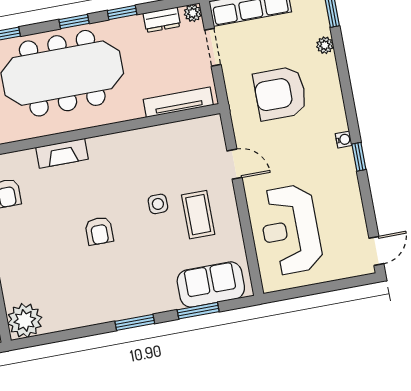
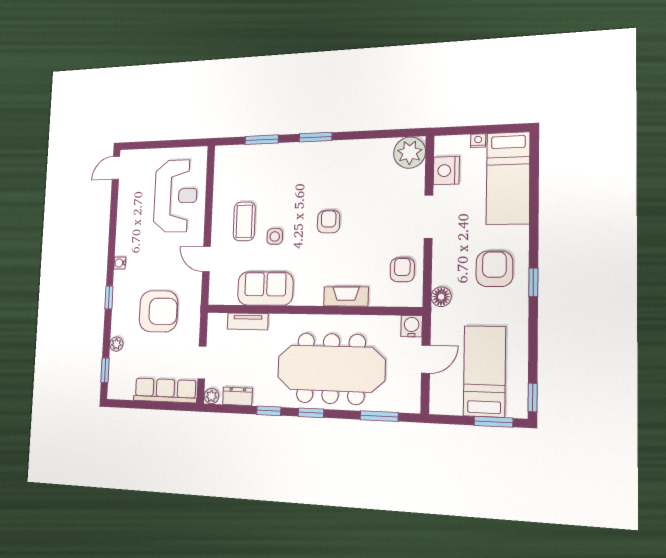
tv unit: (178, 102) -> (248, 321), width x0.71
window: (359, 157) -> (109, 297), moved
sofa: (211, 285) -> (265, 289), moved, turned 180

